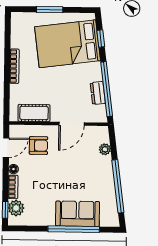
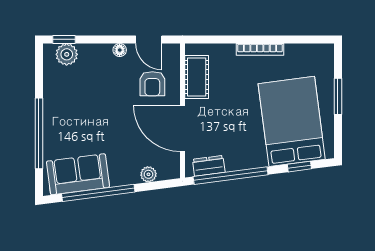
dresser: (98, 93) -> (209, 166), moved
door: (72, 124) -> (183, 128), width x1.36
bookcase: (13, 187) -> (95, 50), removed
sofa: (78, 214) -> (78, 174), moved, turned -97

